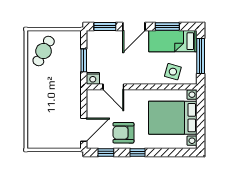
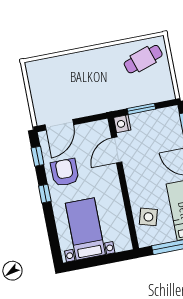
cafe table: (44, 51) -> (143, 59), turned -46
bed with nightstands: (173, 118) -> (85, 229), width x0.73
door: (84, 130) -> (59, 125), hinge flipped

